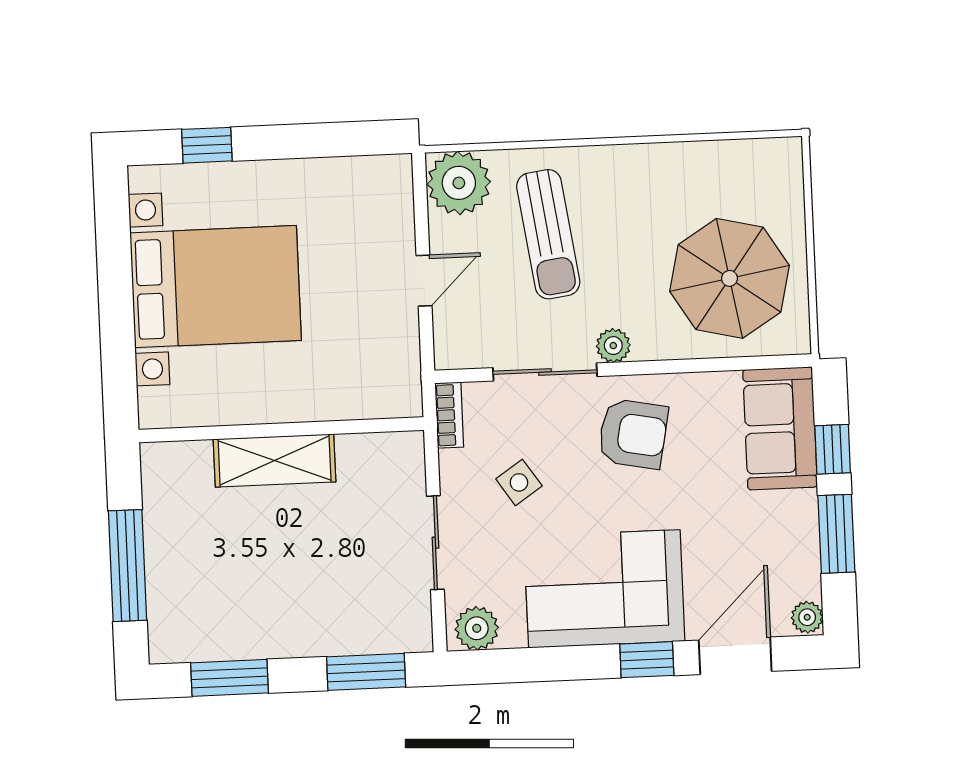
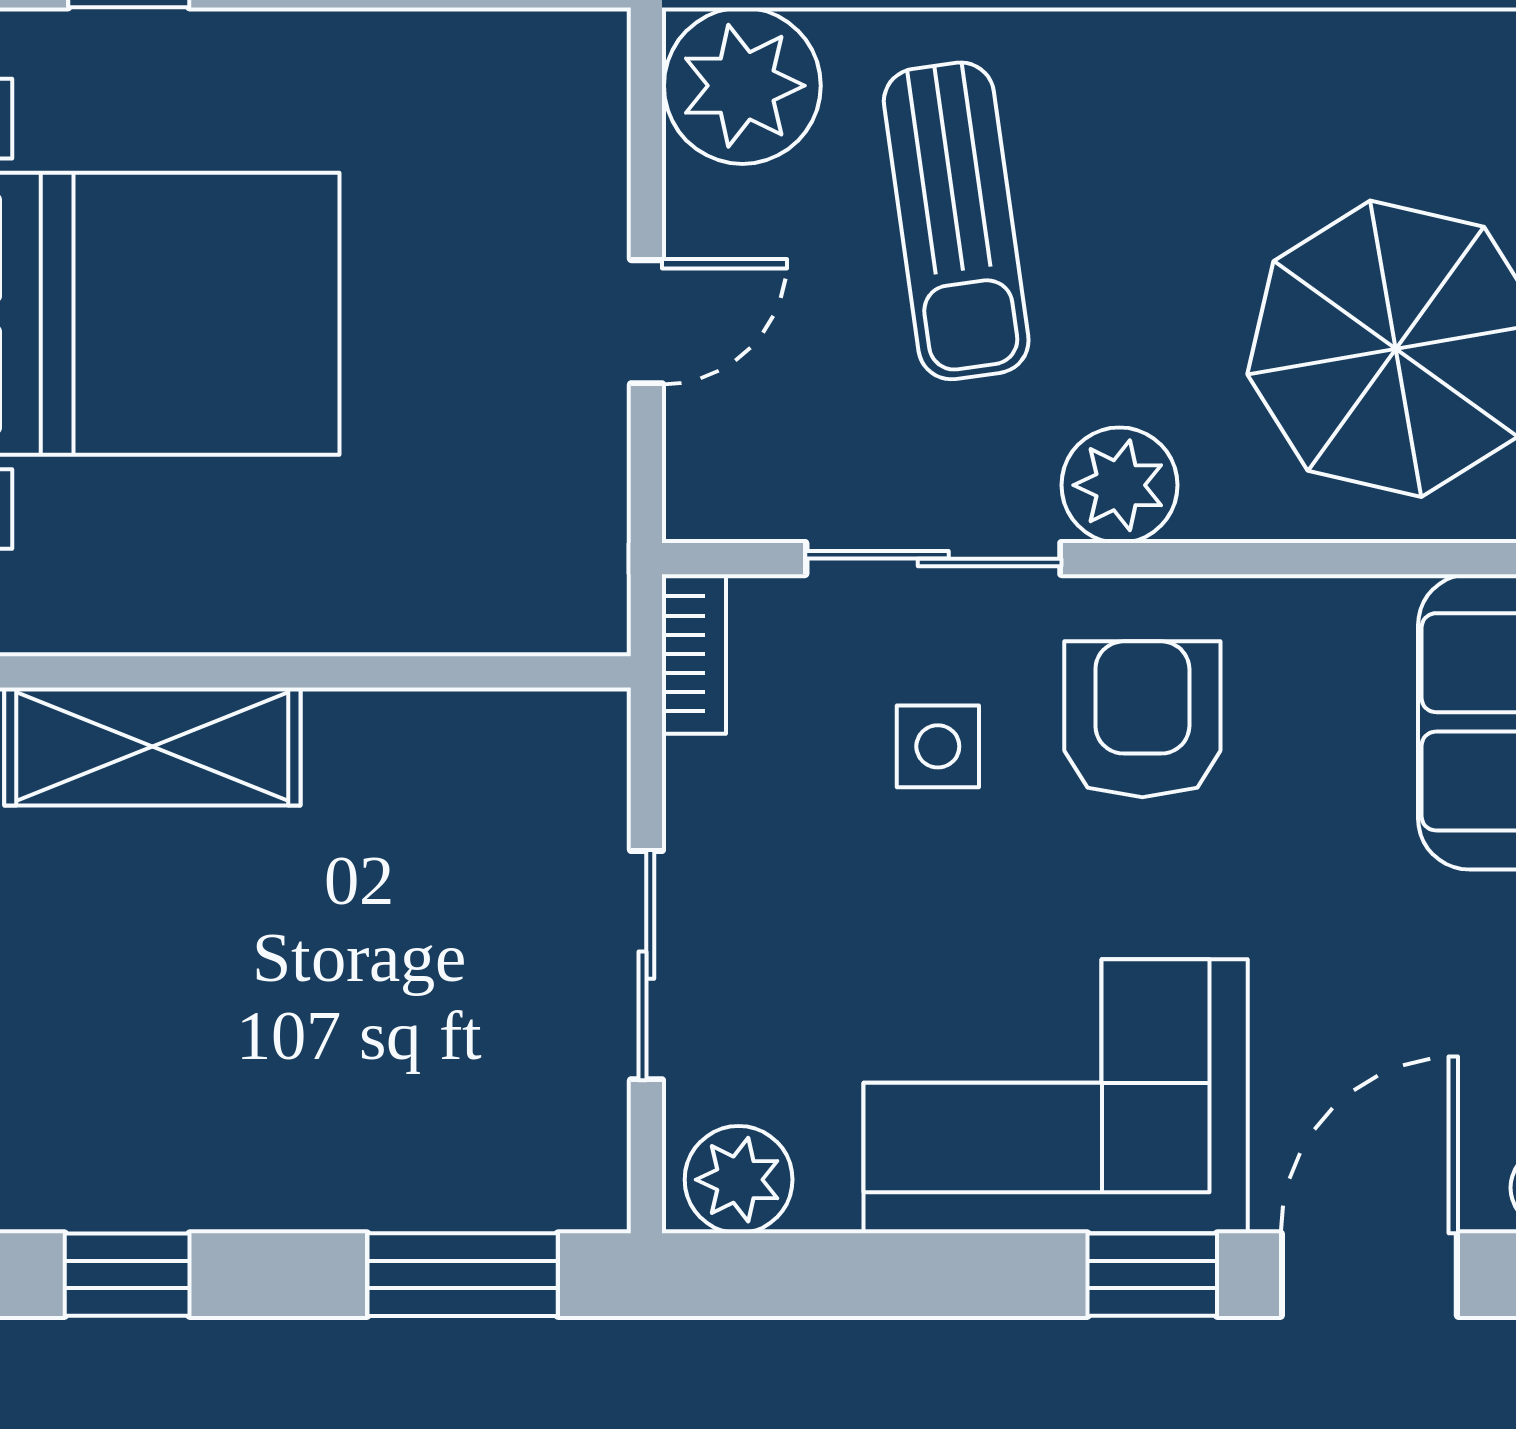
plant: (613, 346) -> (1119, 485), width x1.38, depth x1.38
armchair: (633, 434) -> (1142, 719), turned -101
shelving: (275, 461) -> (152, 747), moved
side table: (519, 482) -> (938, 746), moved, turned 34
window: (229, 678) -> (127, 1275), width x0.67

